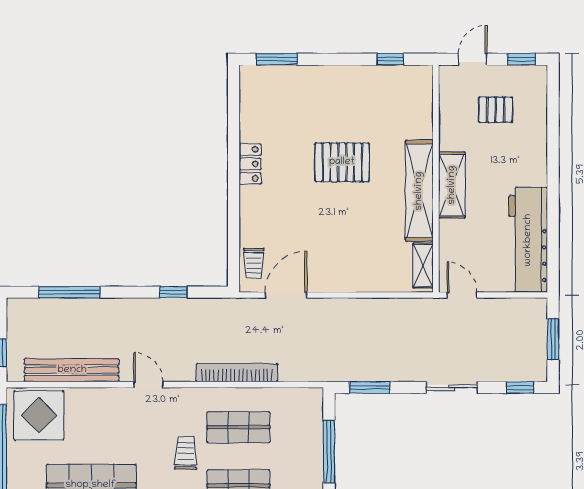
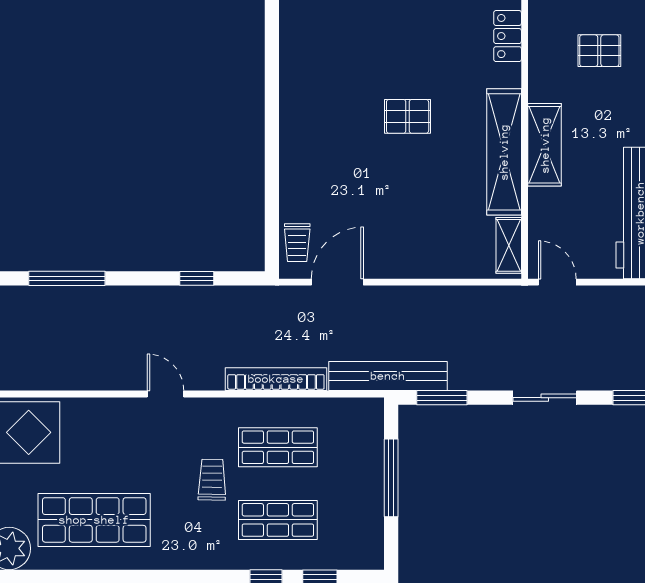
pallet: (342, 162) -> (408, 116), width x0.67, depth x0.71
locker: (250, 164) -> (508, 36), moved, turned 180
bench: (72, 370) -> (388, 376), moved

